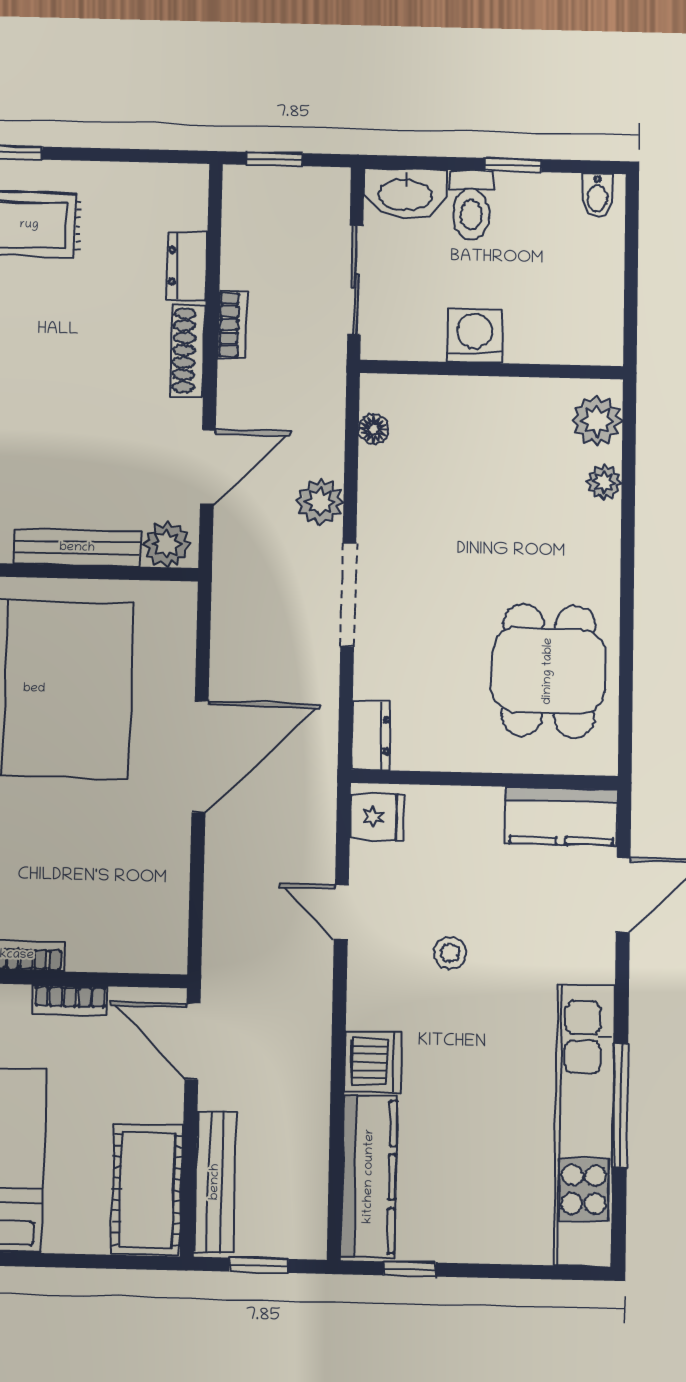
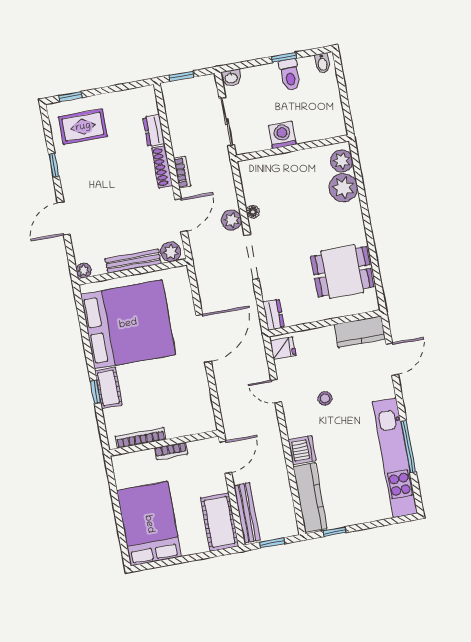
washbasin: (405, 194) -> (231, 78), width x0.52, depth x0.69
toilet: (471, 205) -> (290, 75), moved
bookcase: (232, 325) -> (182, 172), moved
floor lamp: (374, 429) -> (253, 212), moved
plant: (604, 482) -> (343, 188), width x1.88, depth x1.88
dining table: (548, 671) -> (342, 272), turned 90
door: (192, 1041) -> (225, 457), swing flipped

